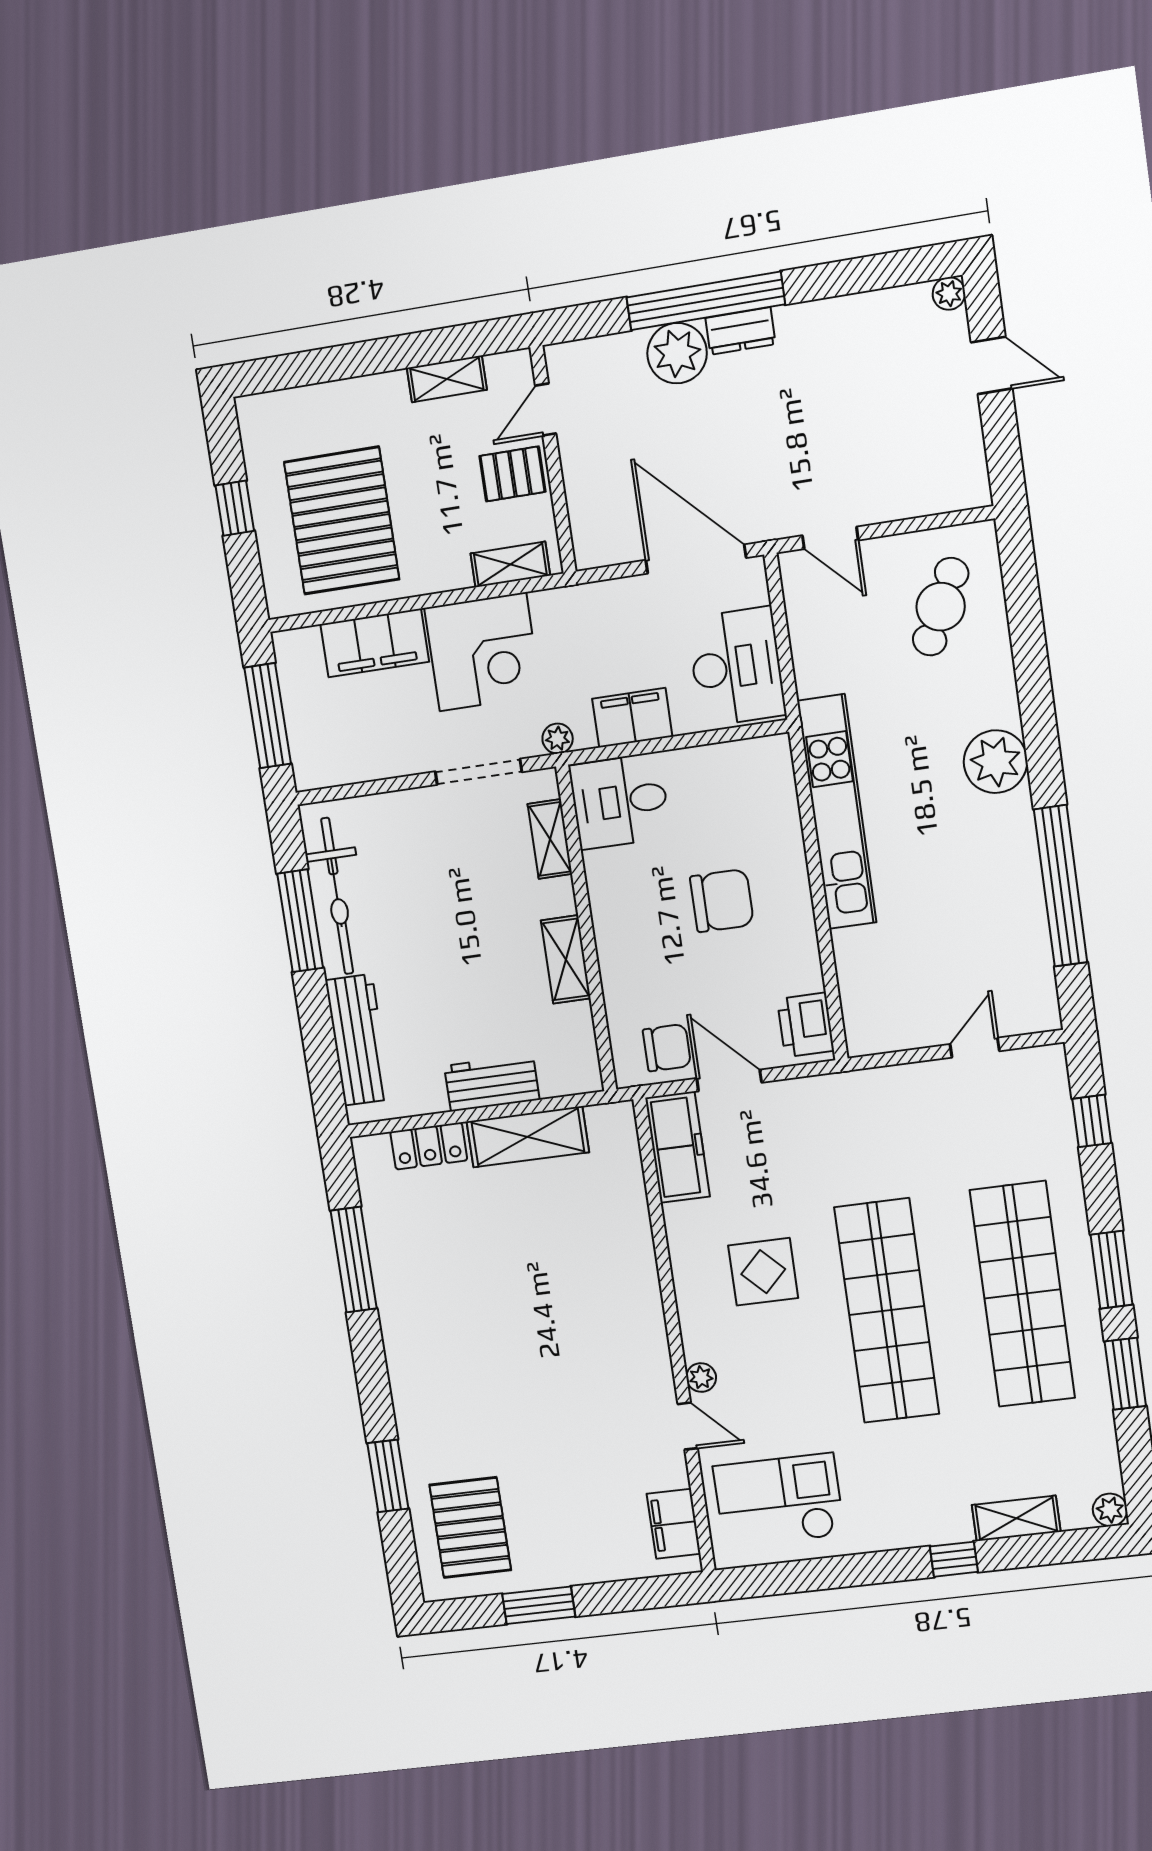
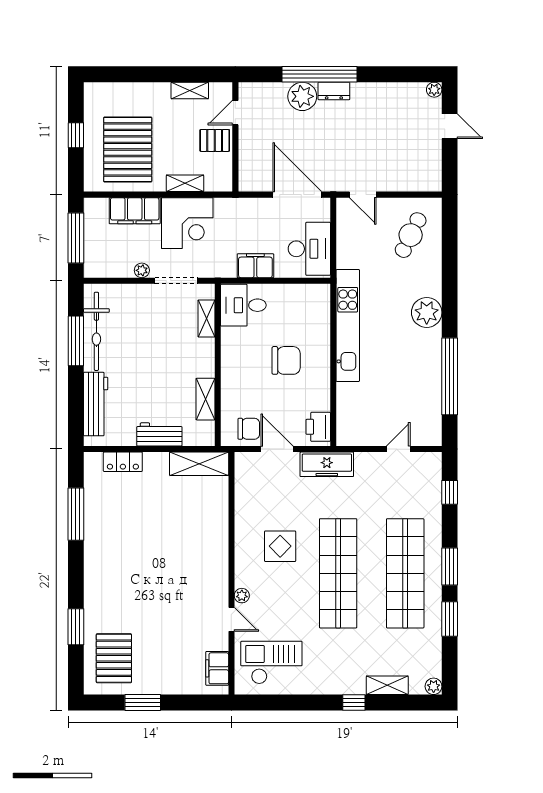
shelving: (510, 564) -> (185, 183), moved
plant: (558, 739) -> (142, 270), moved
shelving: (566, 959) -> (205, 399), moved
shelving: (528, 1137) -> (199, 464), moved
freezer: (677, 1147) -> (327, 464), moved, turned 90

